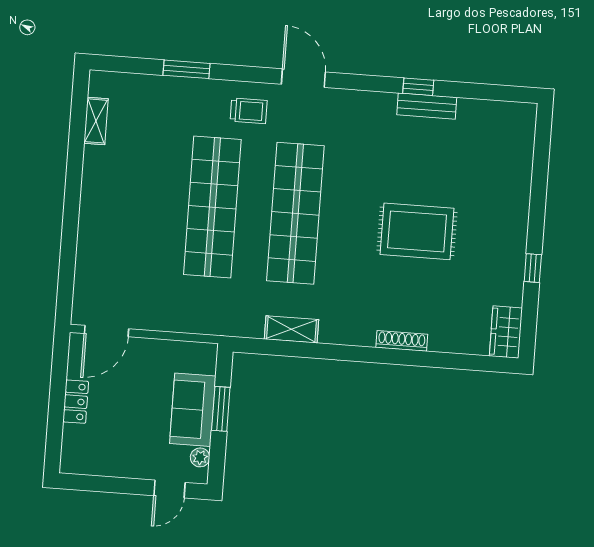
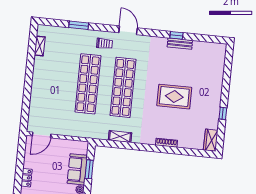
locker: (76, 402) -> (26, 178), moved

